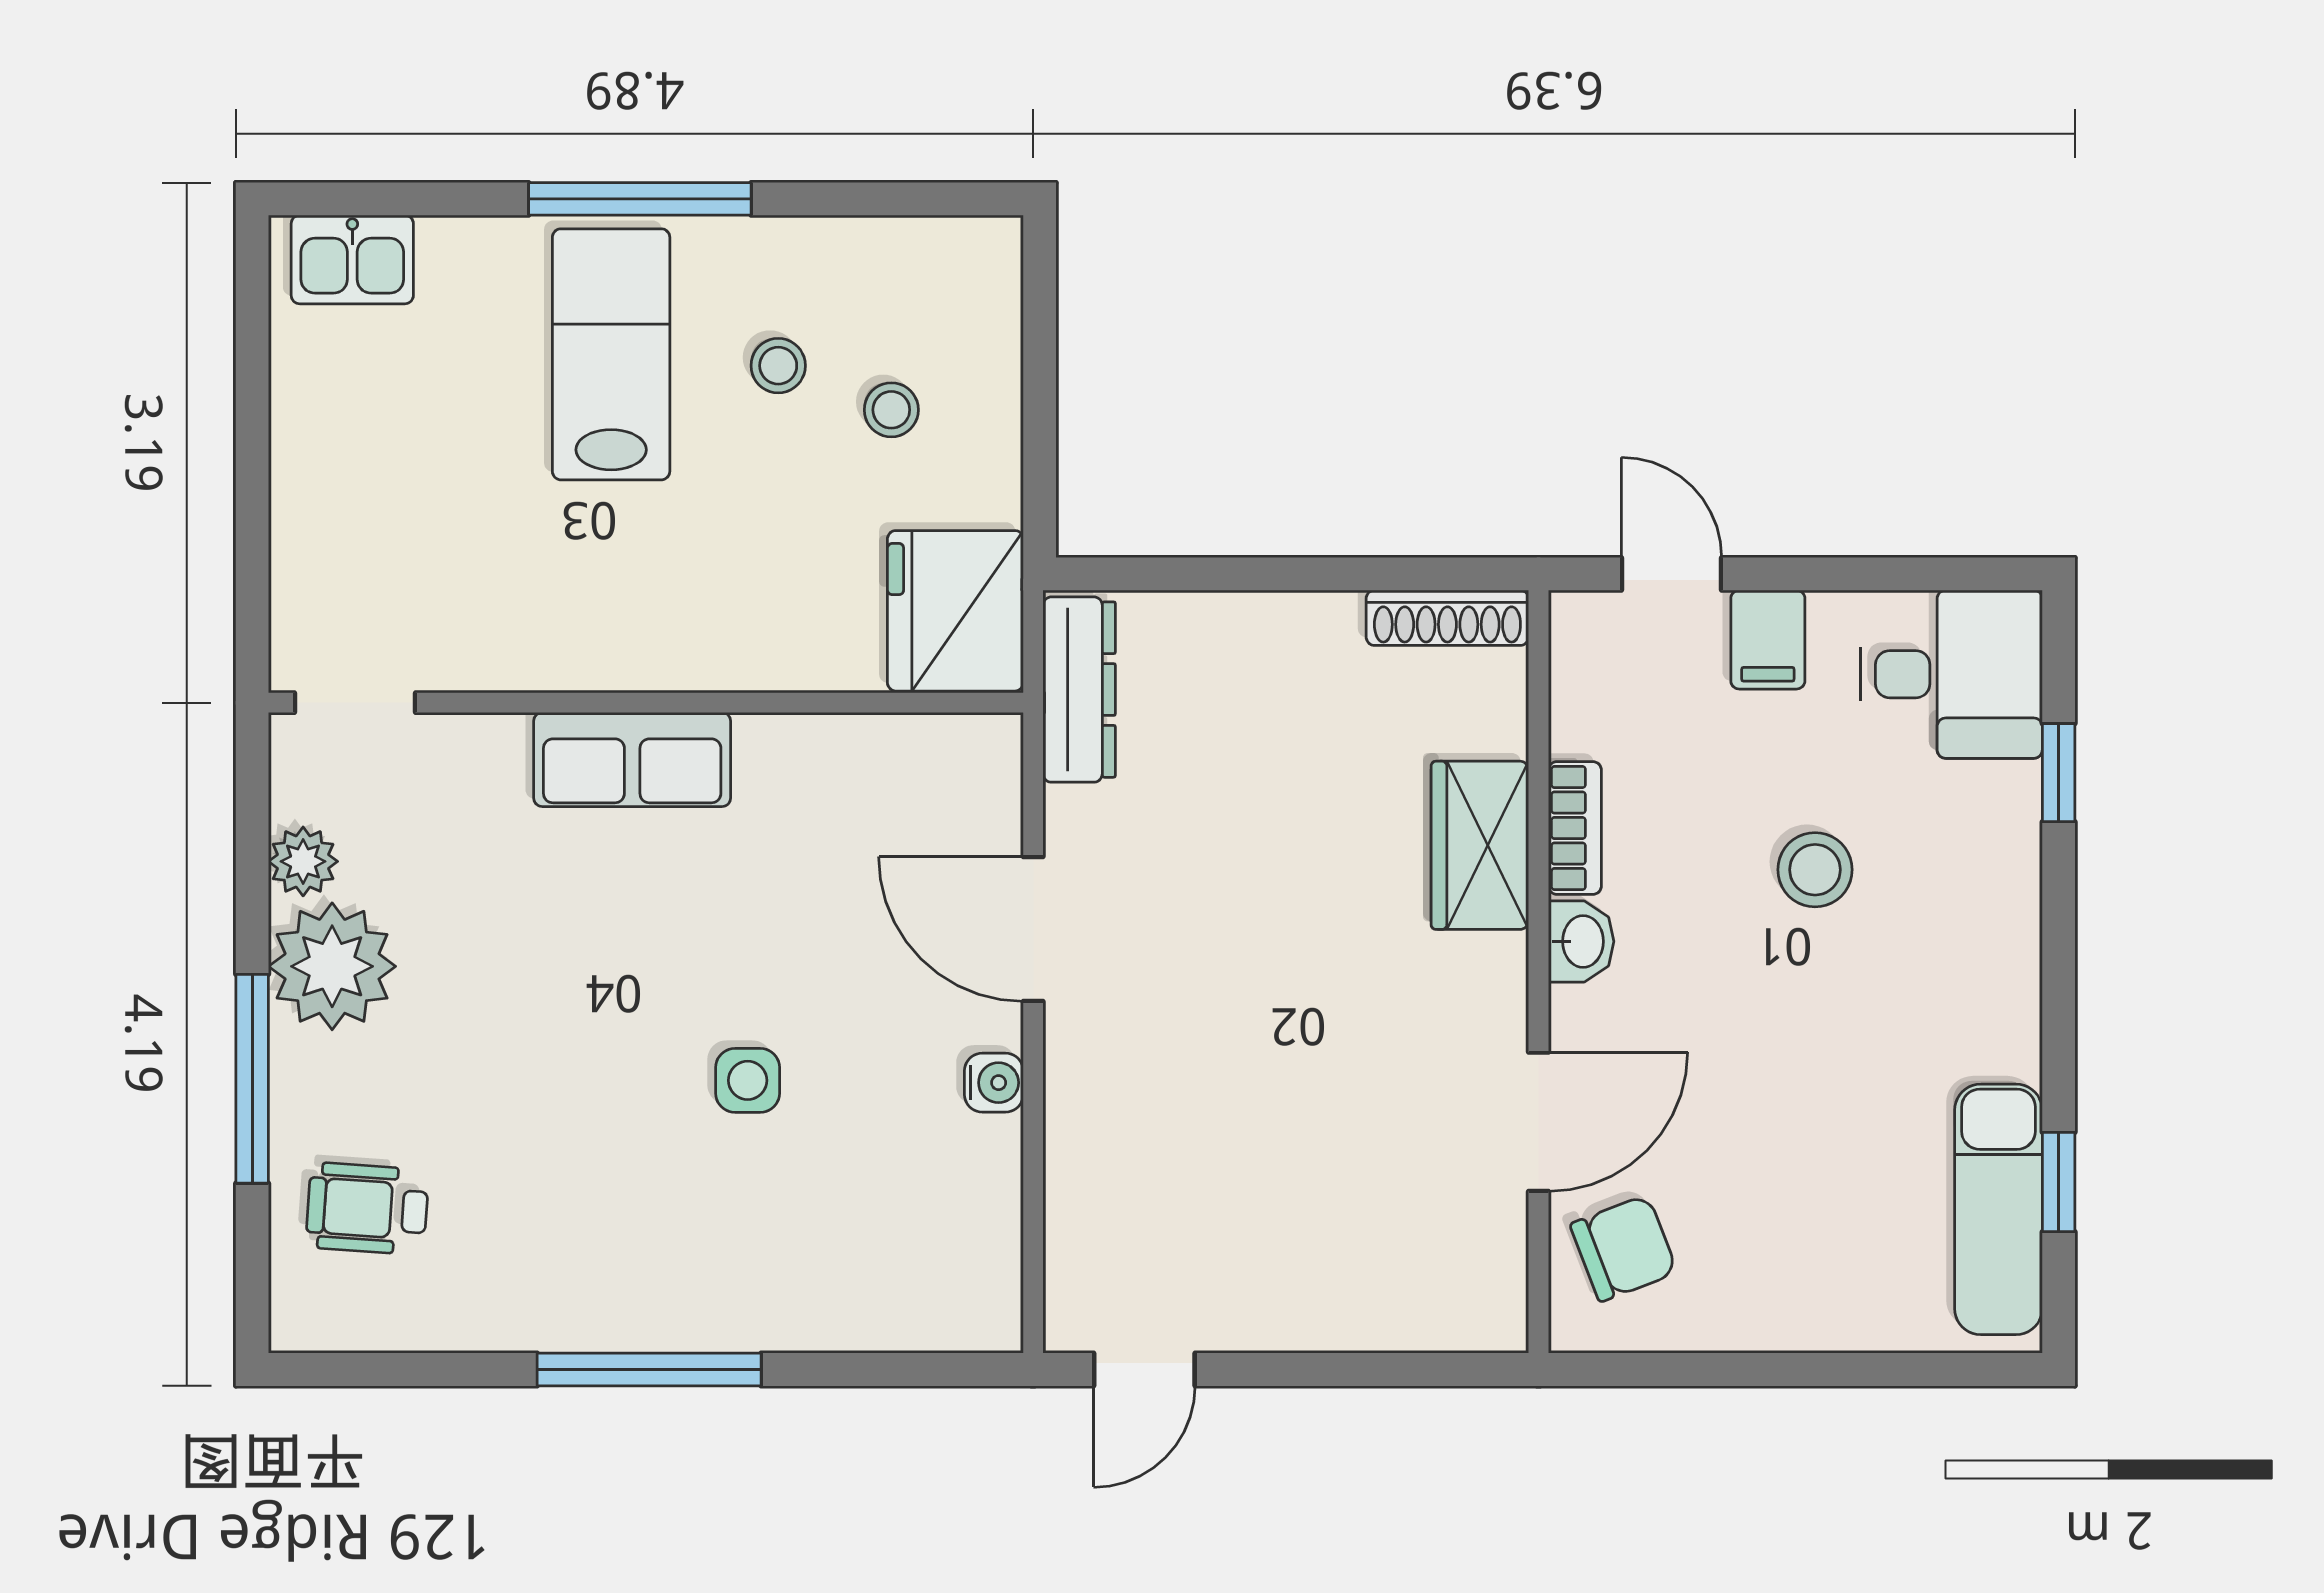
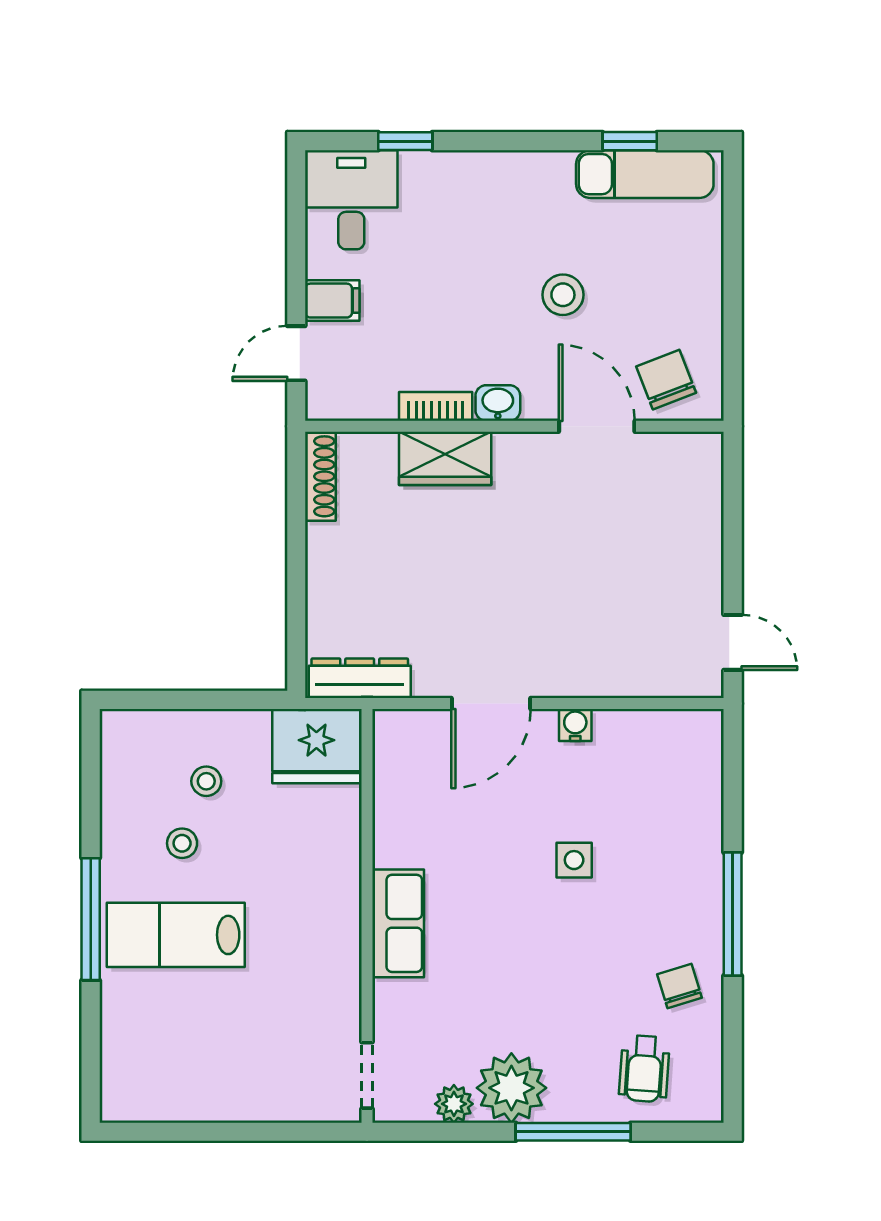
kitchen sink: (352, 259) -> (124, 1077), removed
stool: (1815, 870) -> (563, 295), moved
chair: (518, 1273) -> (679, 986), added

